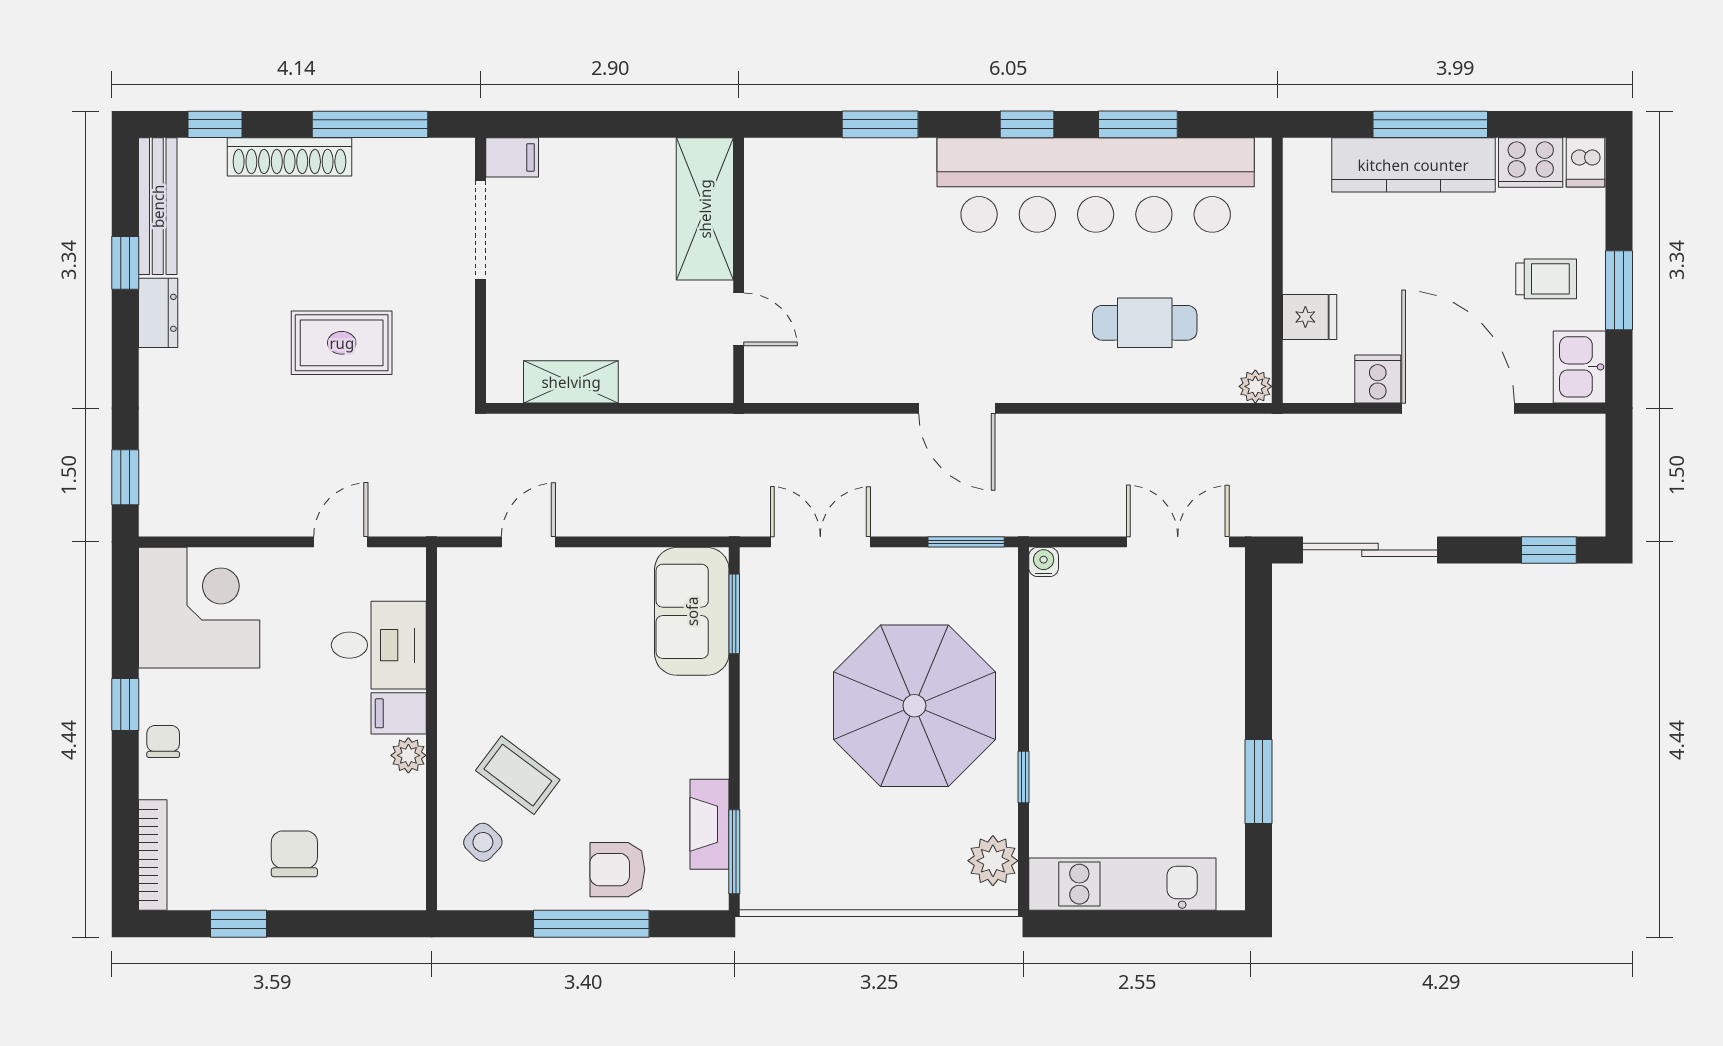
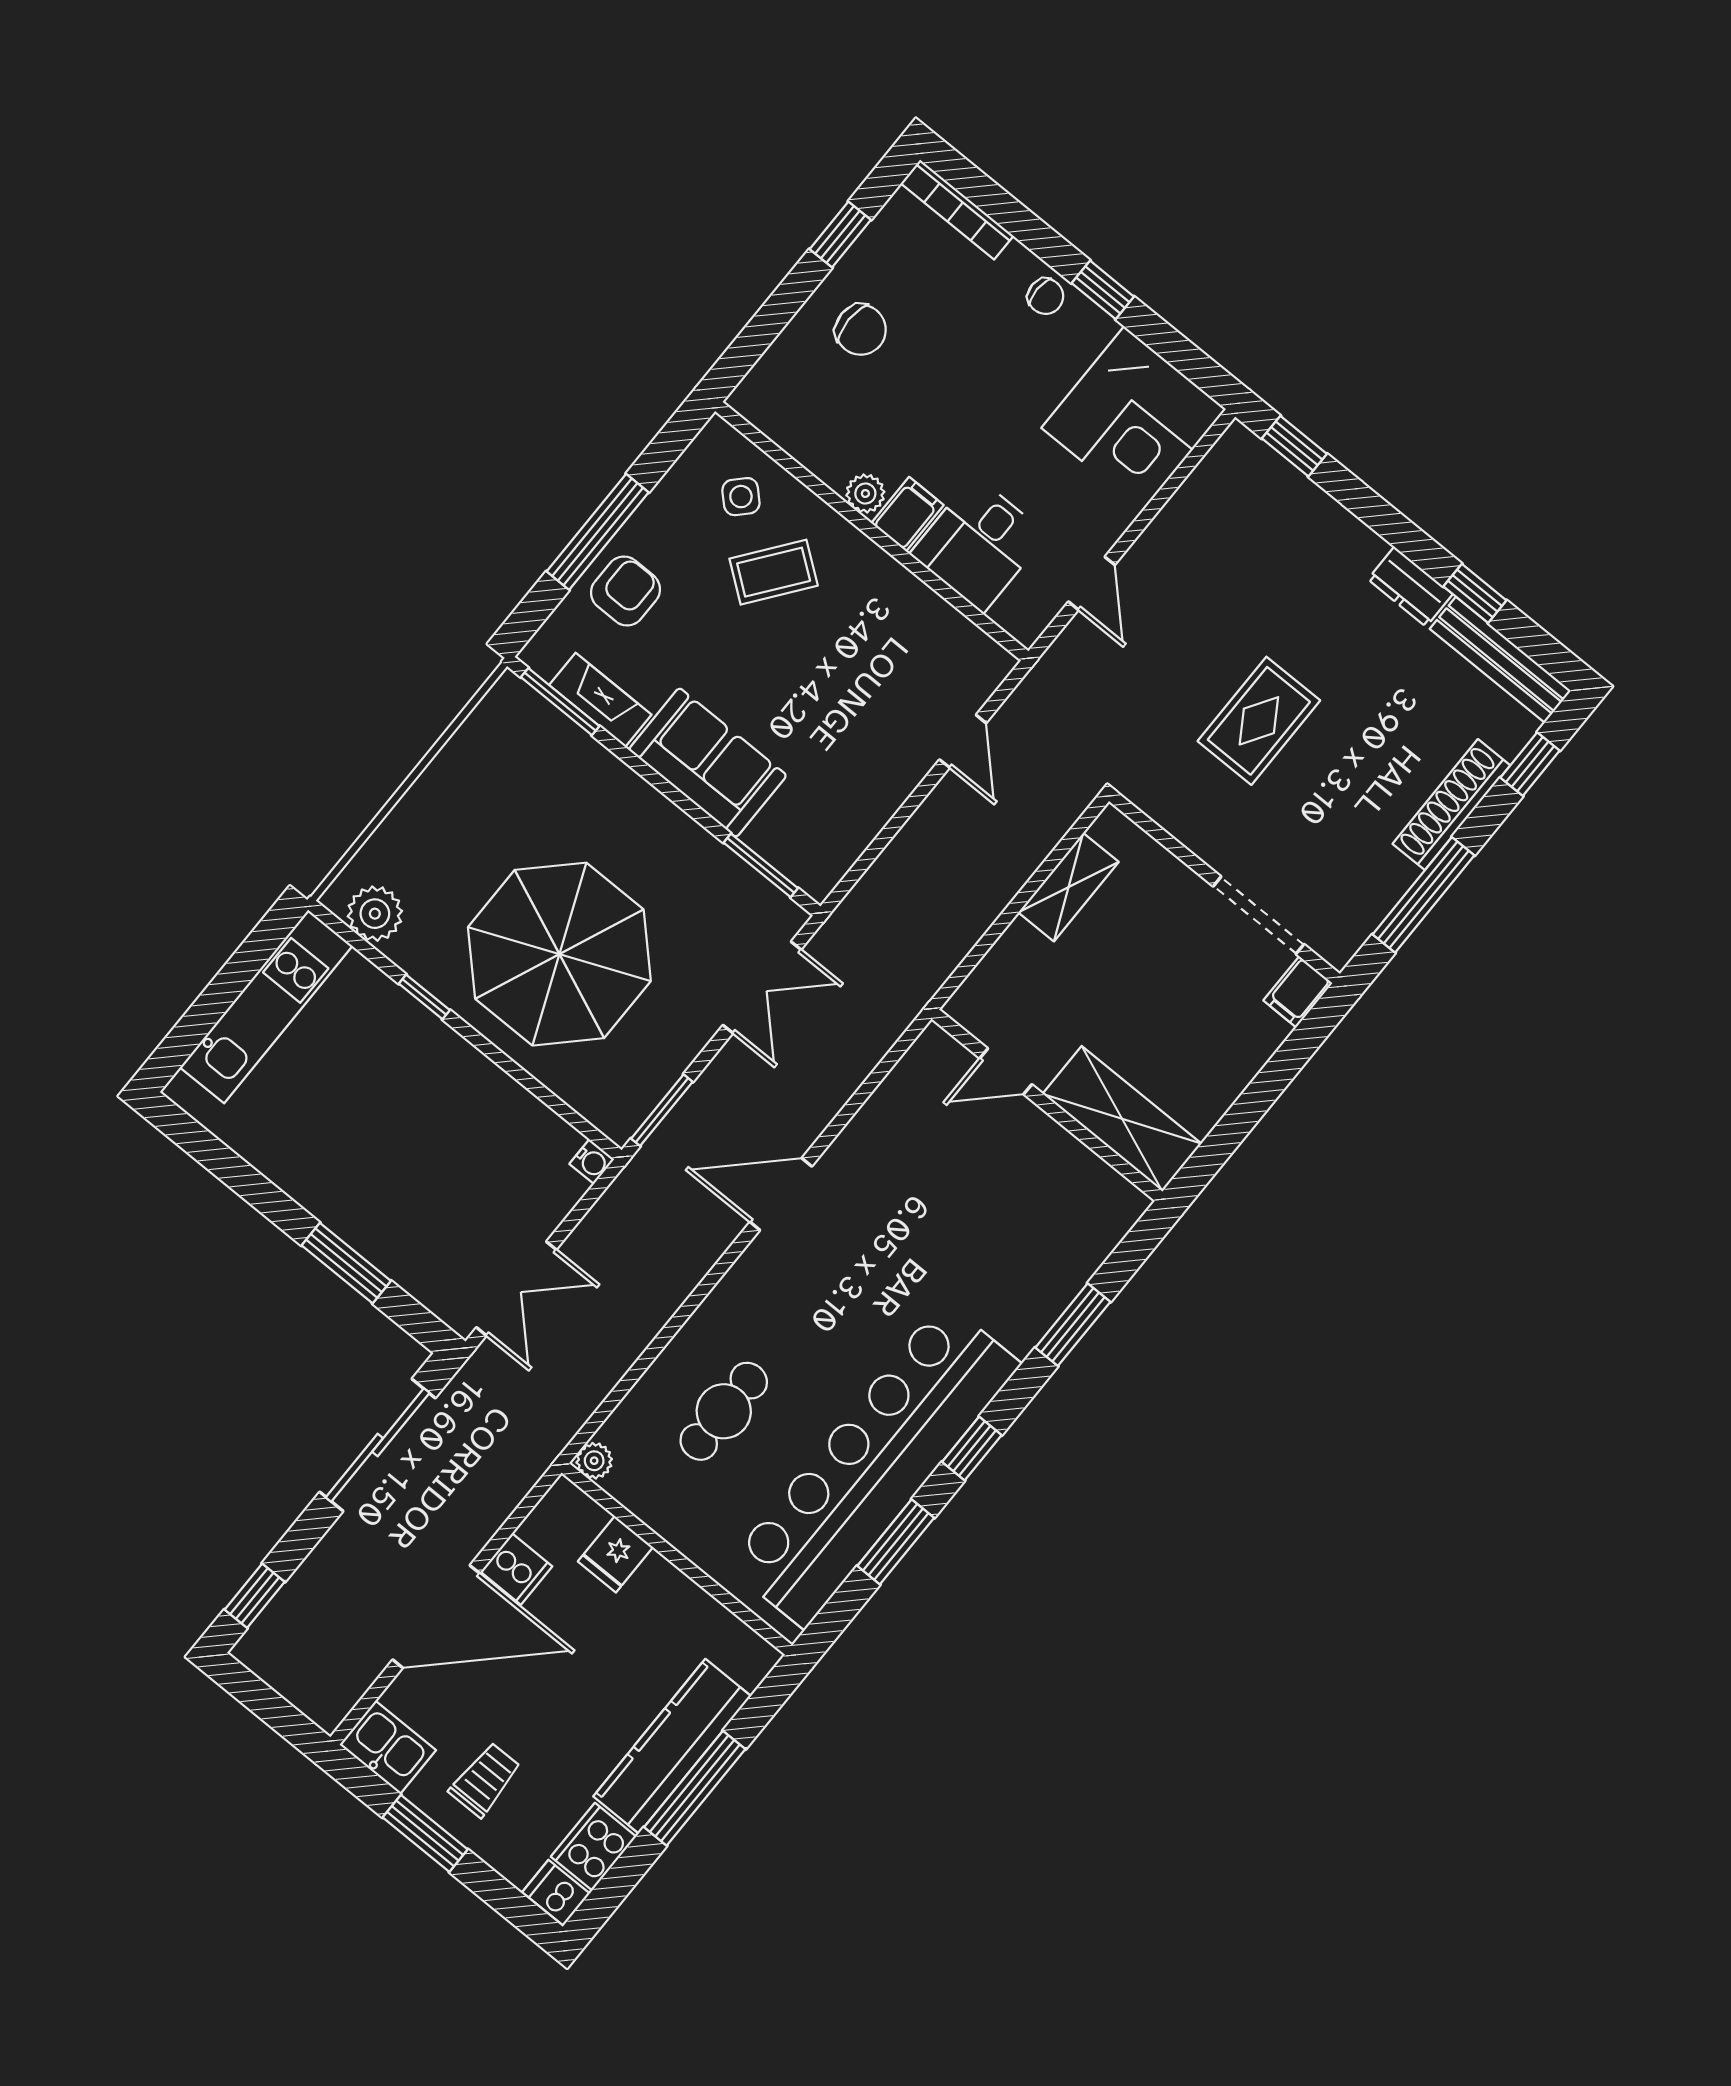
trolley: (1546, 279) -> (485, 1780), turned 180
sofa: (692, 611) -> (708, 763), moved
window: (1259, 782) -> (346, 1263), moved

